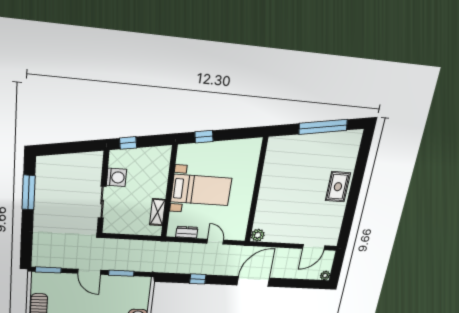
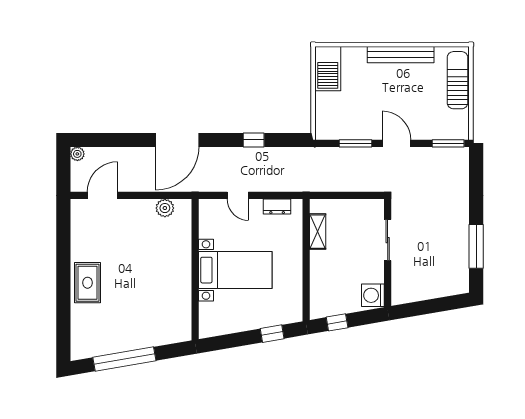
window: (128, 143) -> (337, 322), moved
washing machine: (116, 177) -> (373, 295), moved
bed with nightstands: (201, 190) -> (235, 270), moved, turned 180
plant: (258, 235) -> (165, 208), moved

